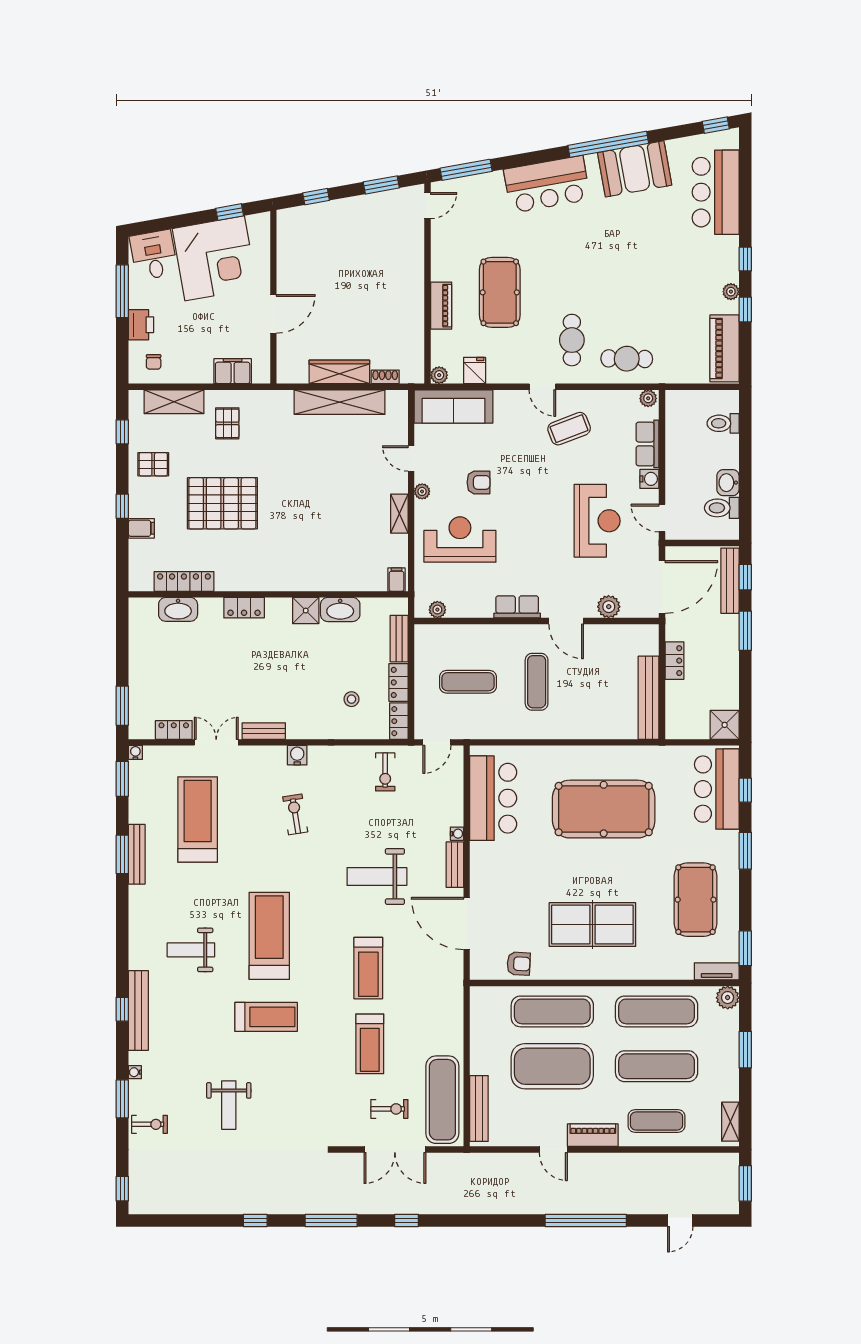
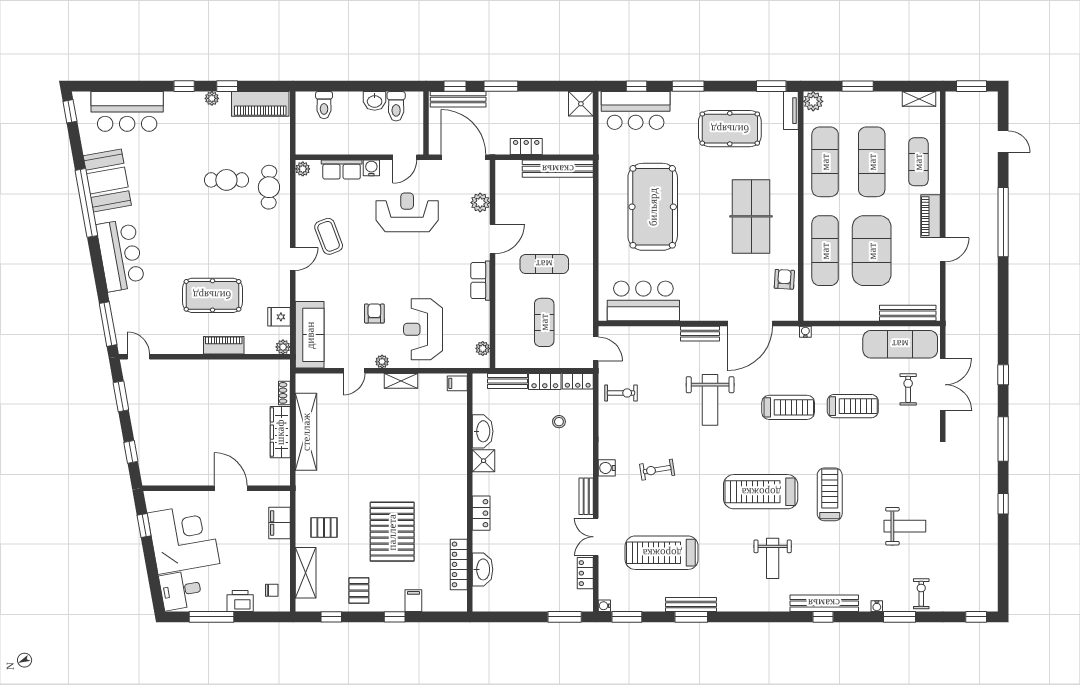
cafe table: (572, 340) -> (226, 180), moved
water cooler: (457, 834) -> (805, 332), moved

